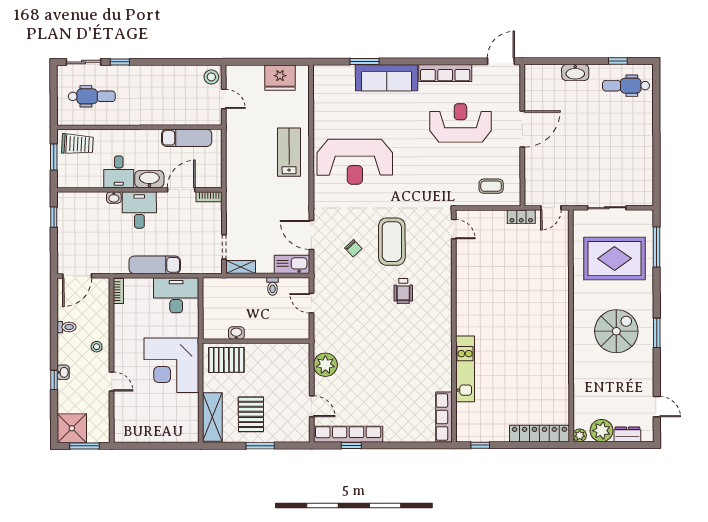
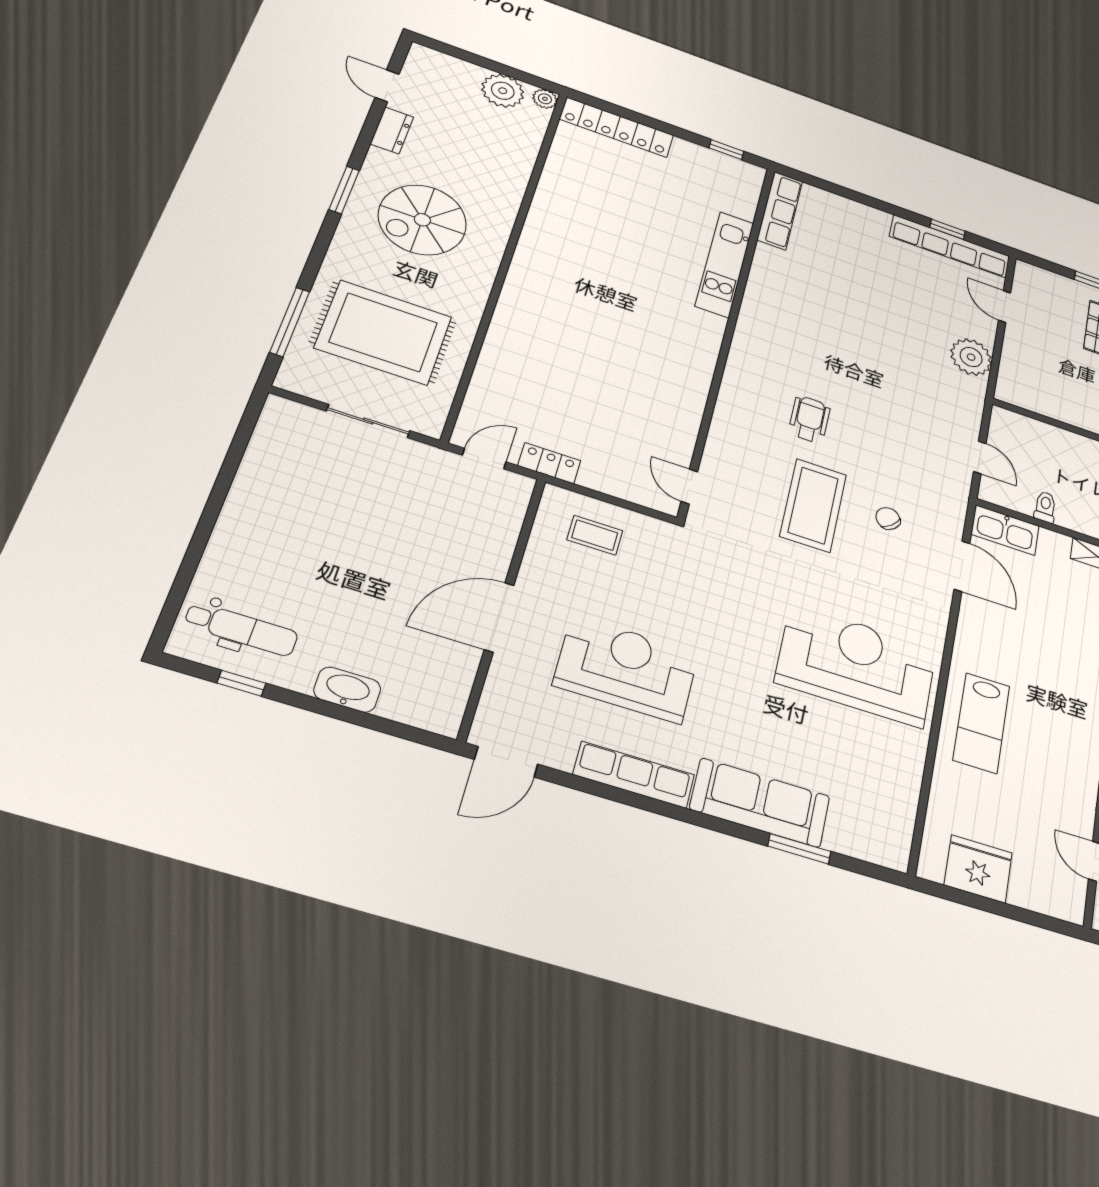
reception desk: (460, 123) -> (626, 669), turned 180
dresser: (627, 434) -> (392, 130), moved, turned -90

